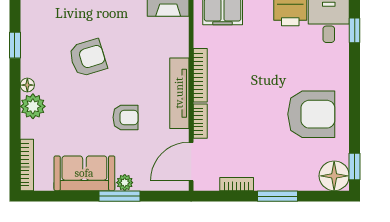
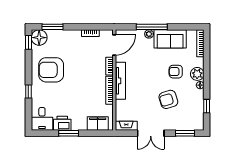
window: (355, 30) -> (28, 92), moved
armchair: (126, 117) -> (176, 72), moved
window: (120, 196) -> (152, 27), width x1.44
window: (277, 196) -> (52, 27), moved

